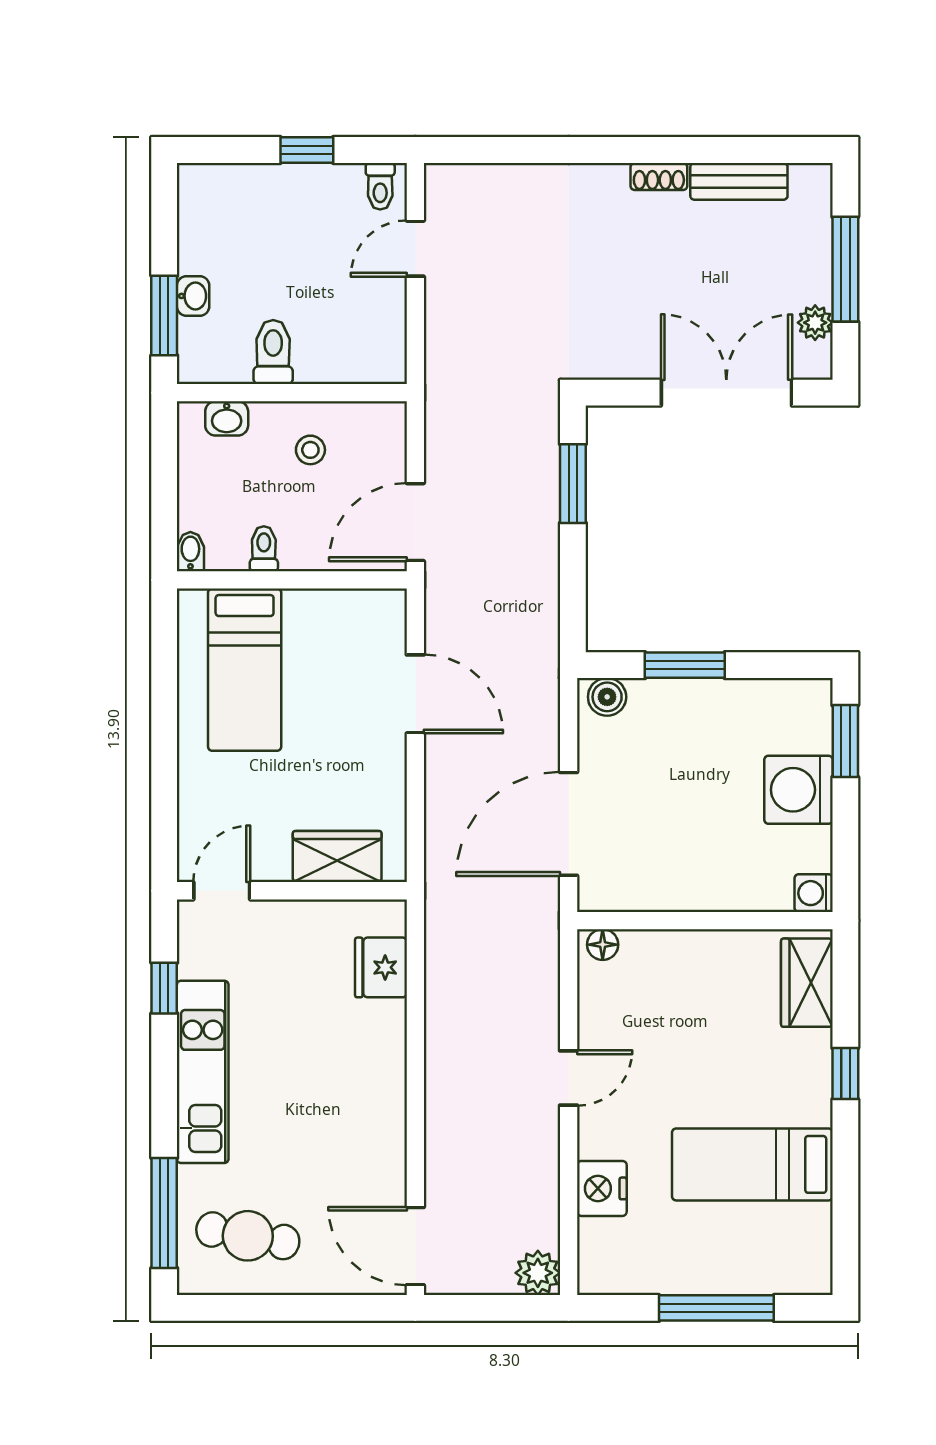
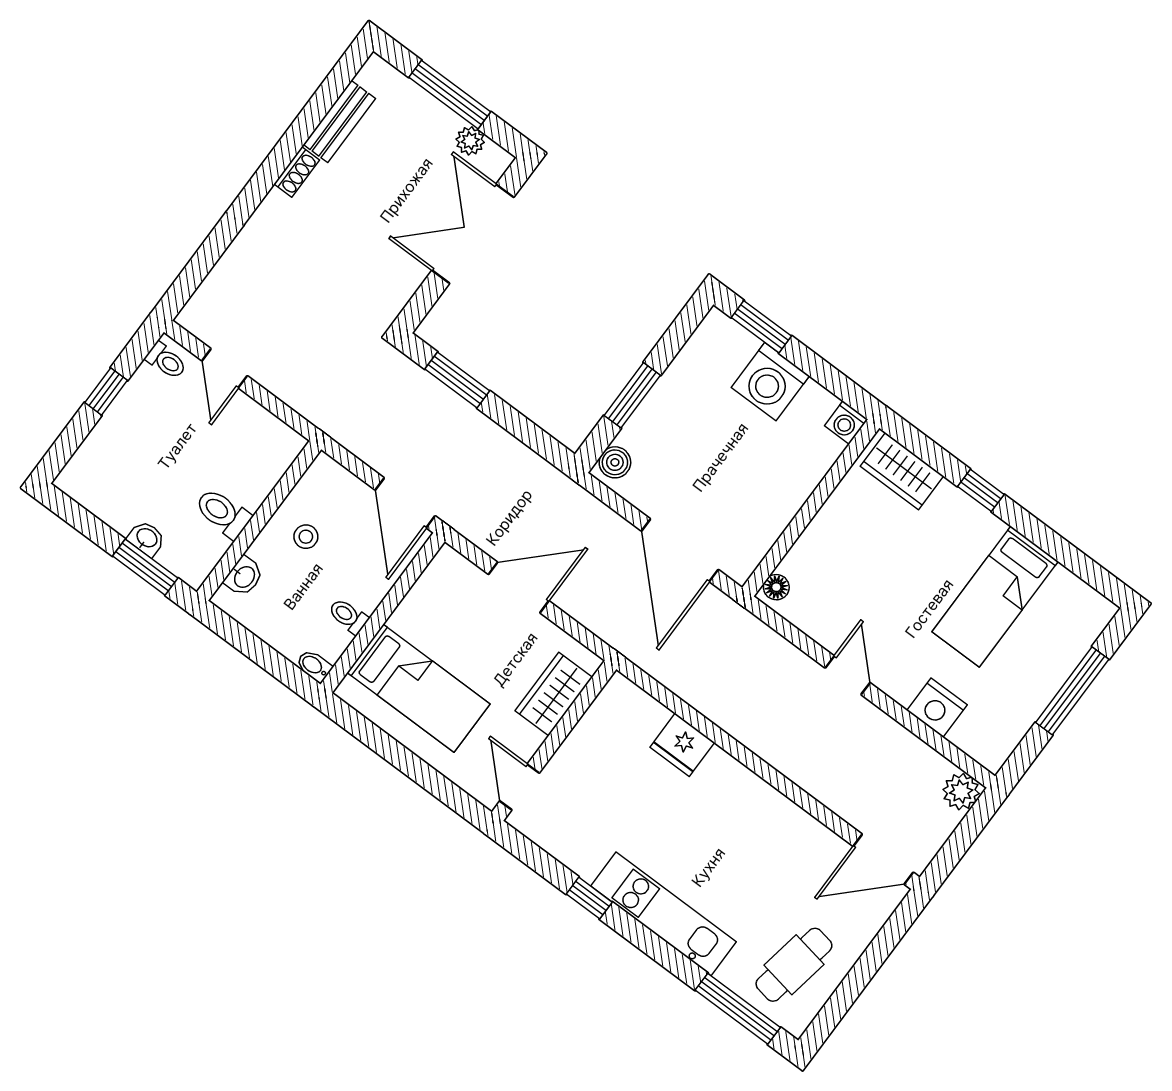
wardrobe: (337, 857) -> (554, 694), moved
door: (222, 891) -> (520, 787), moved
wall: (292, 891) -> (554, 741), moved

